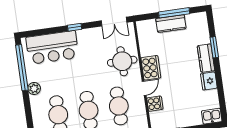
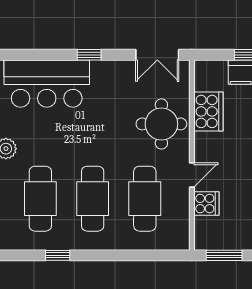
cooker: (151, 68) -> (208, 111), moved

